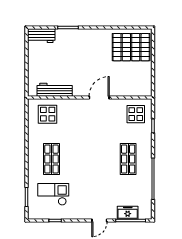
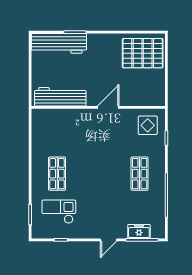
workbench: (41, 36) -> (59, 43), width x1.88, depth x1.32
workbench: (55, 90) -> (60, 97), width x1.36, depth x1.32
display table: (48, 114) -> (53, 125), removed

